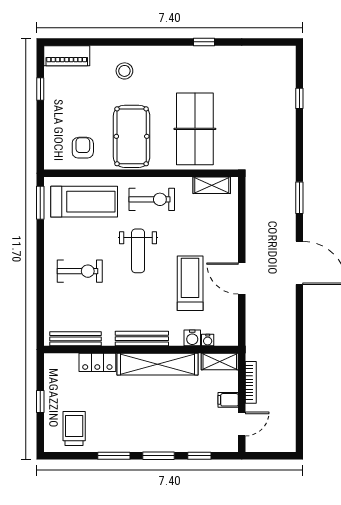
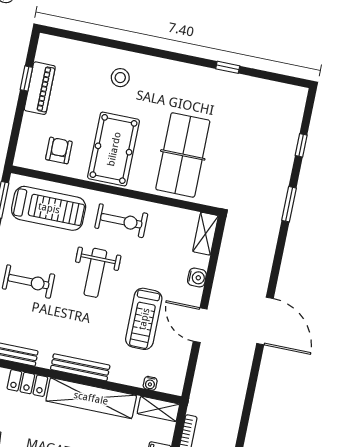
window: (204, 42) -> (228, 67), moved
piano: (67, 56) -> (40, 88), moved, turned -90
shelving: (212, 185) -> (206, 234), moved, turned 90
window: (299, 198) -> (289, 204), moved
treadmill: (190, 283) -> (144, 319), turned 180
water cooler: (192, 338) -> (197, 278), moved, turned -90

